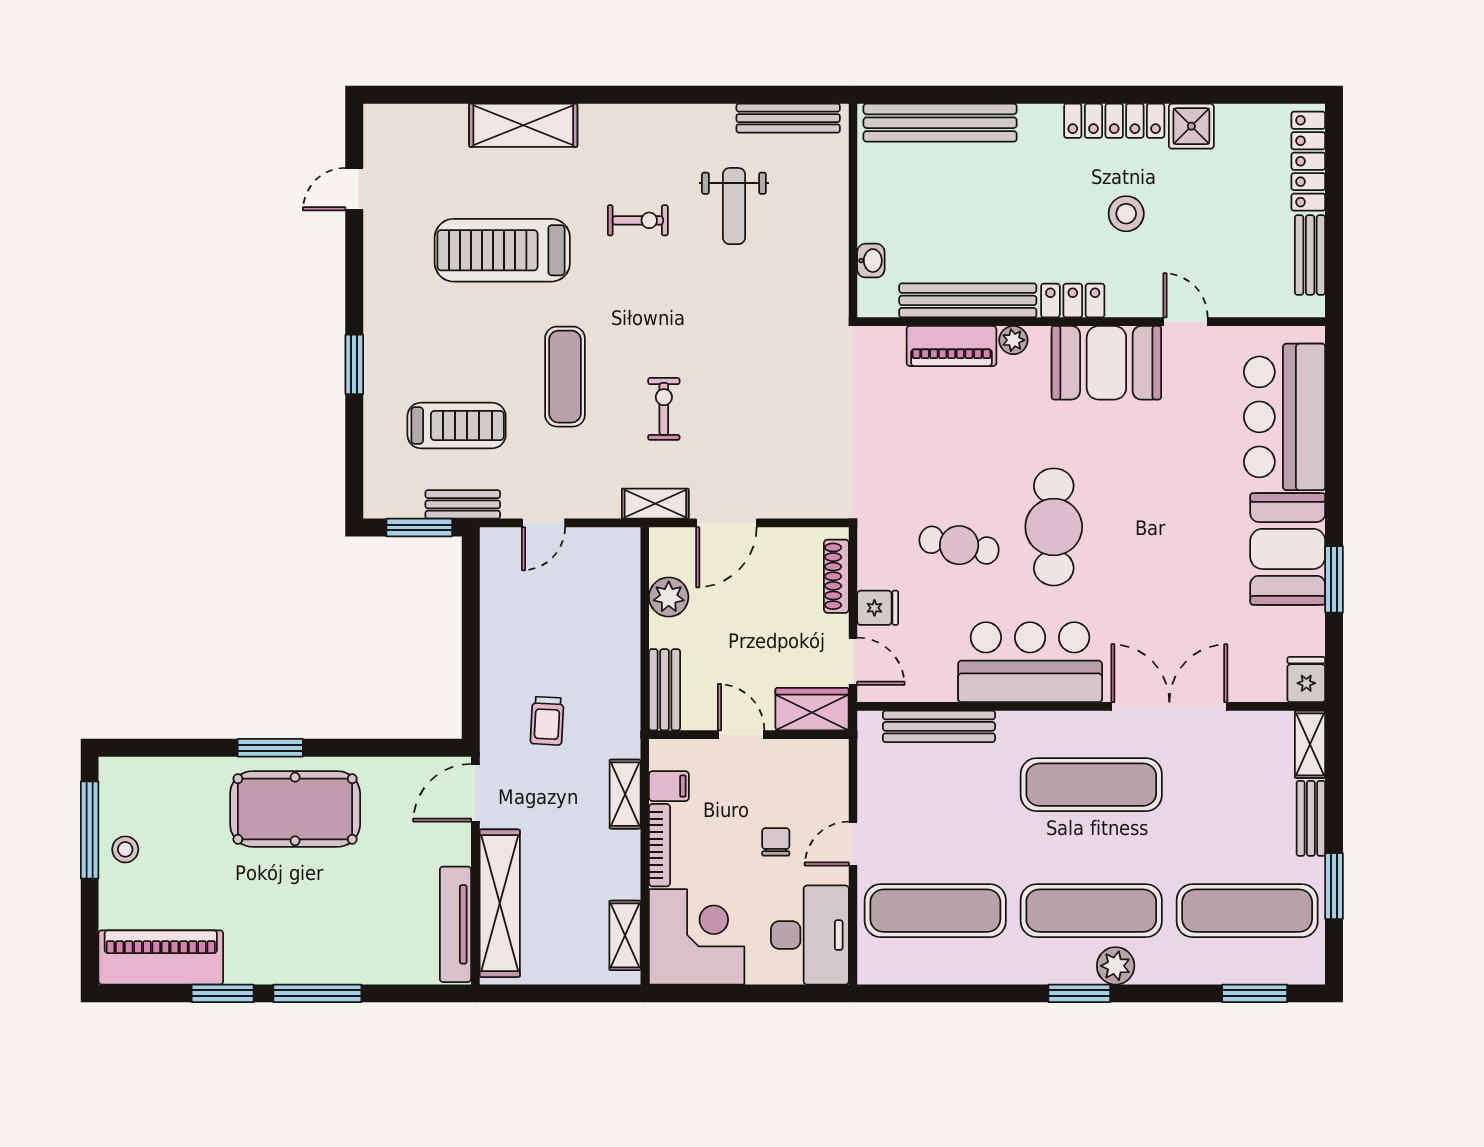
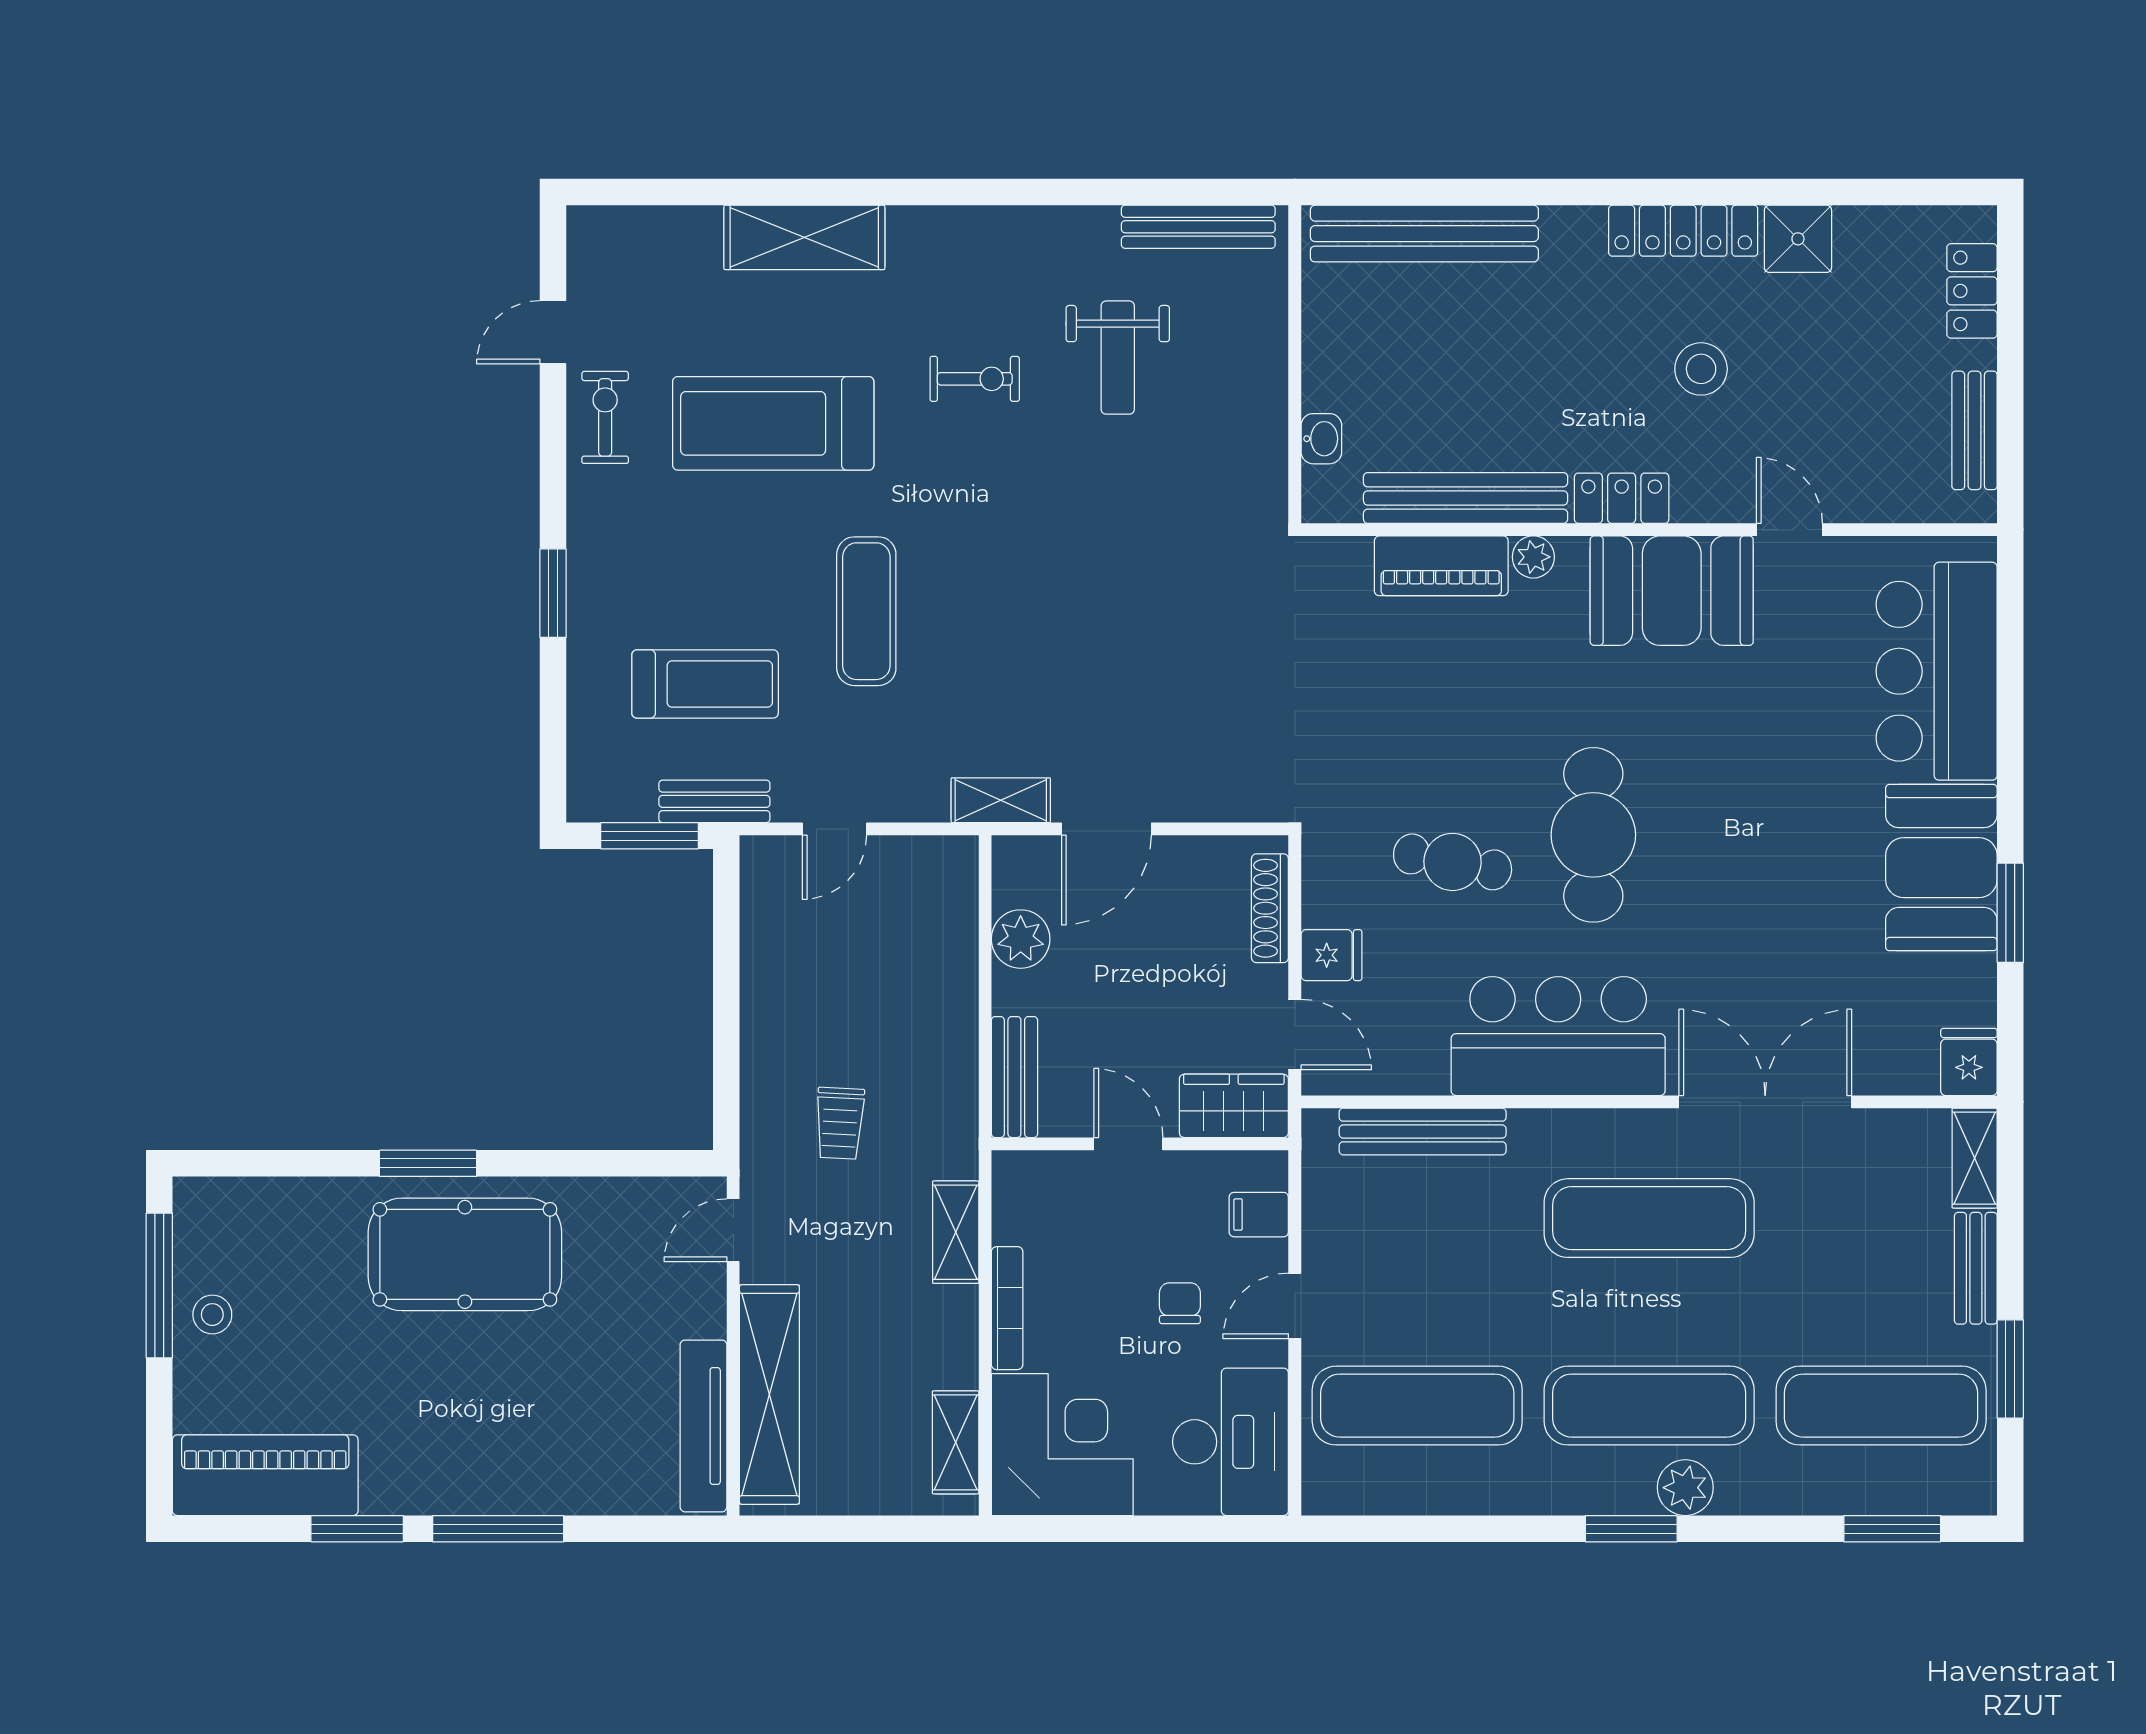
locker: (1308, 161) -> (1972, 291), width x0.66
exercise bike: (664, 409) -> (605, 417), moved
filing cabinet: (669, 786) -> (1259, 1215), moved, turned 180
door: (475, 793) -> (733, 1230), width x0.73

